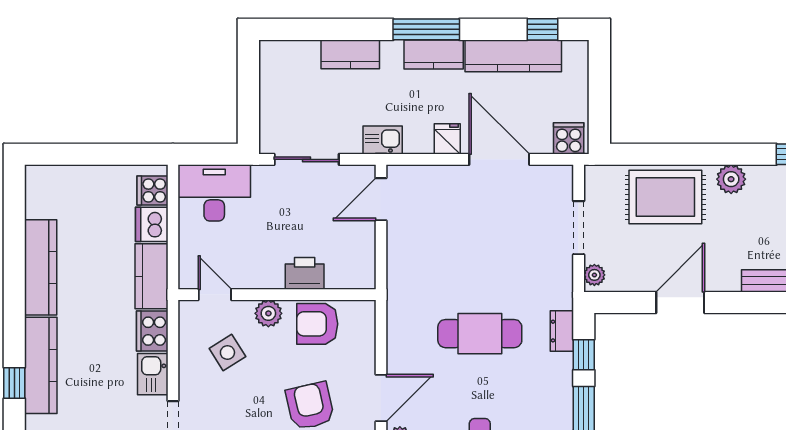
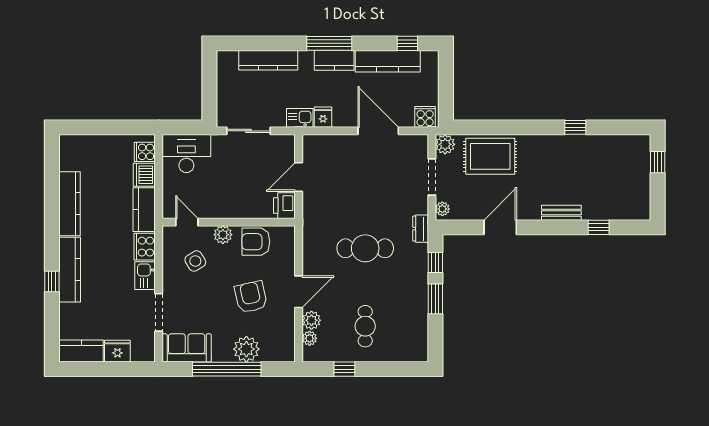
kitchen counter: (350, 54) -> (268, 60), width x1.50
fridge: (447, 139) -> (323, 117), moved
plant: (731, 179) -> (445, 144), moved
door: (381, 199) -> (299, 177), moved
printer: (305, 273) -> (284, 206), moved, turned -90
dresser: (562, 331) -> (421, 229), moved

